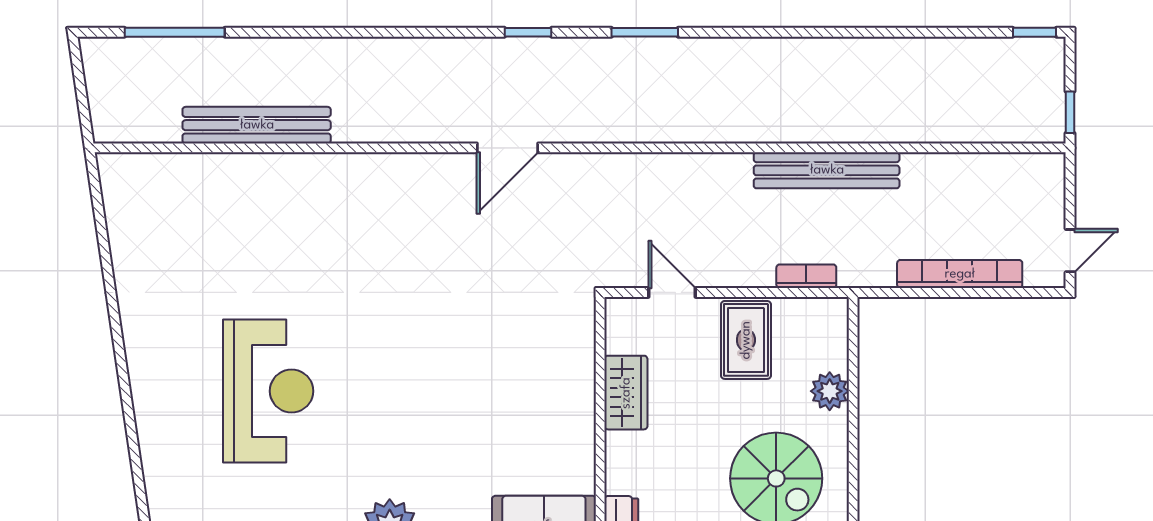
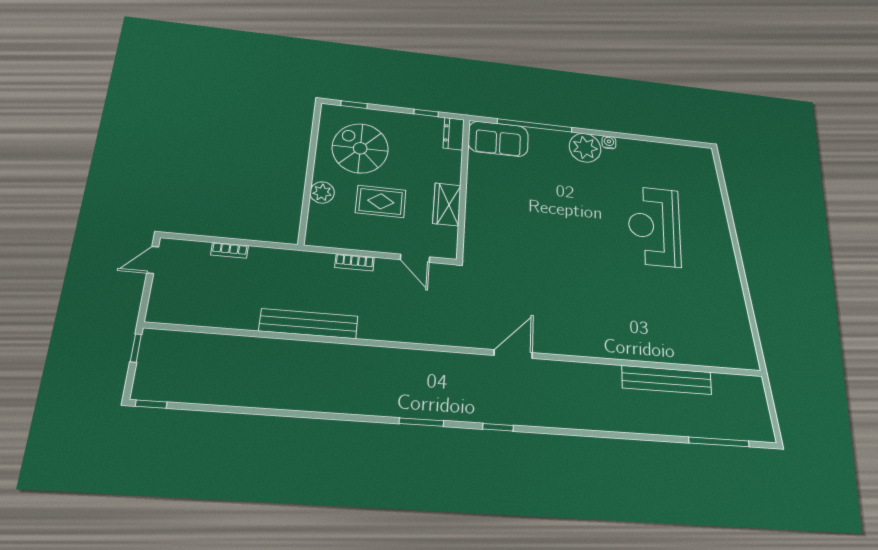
bookcase: (960, 274) -> (230, 250), width x0.43, depth x0.76
bookcase: (806, 276) -> (355, 262), moved
rug: (746, 340) -> (381, 201), moved, turned 90

